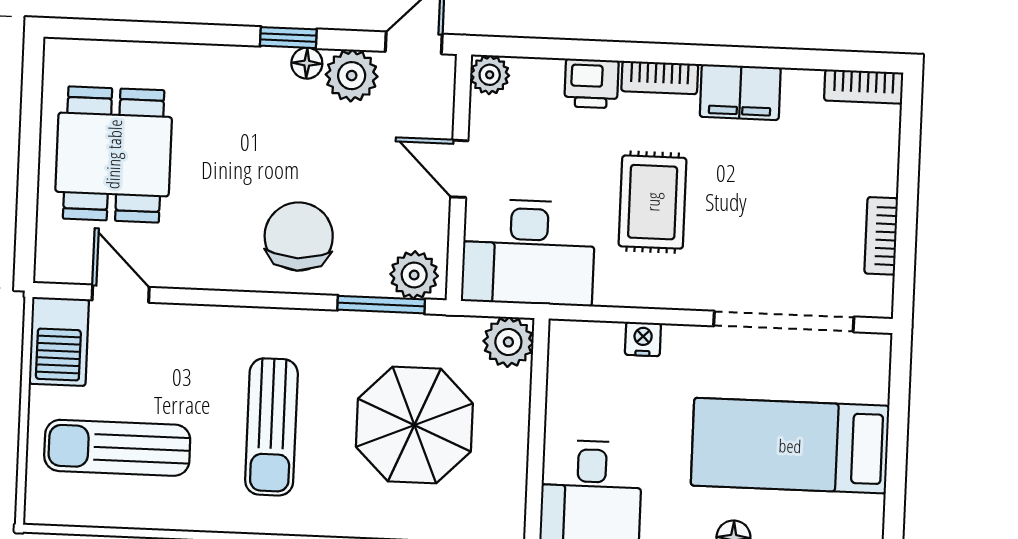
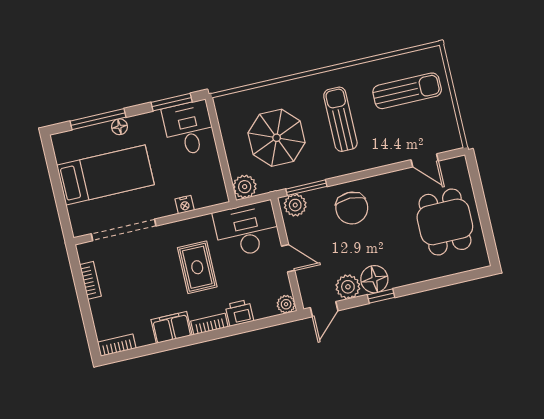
floor lamp: (307, 63) -> (374, 279), width x1.89, depth x1.89
barbecue: (59, 342) -> (446, 131), removed

